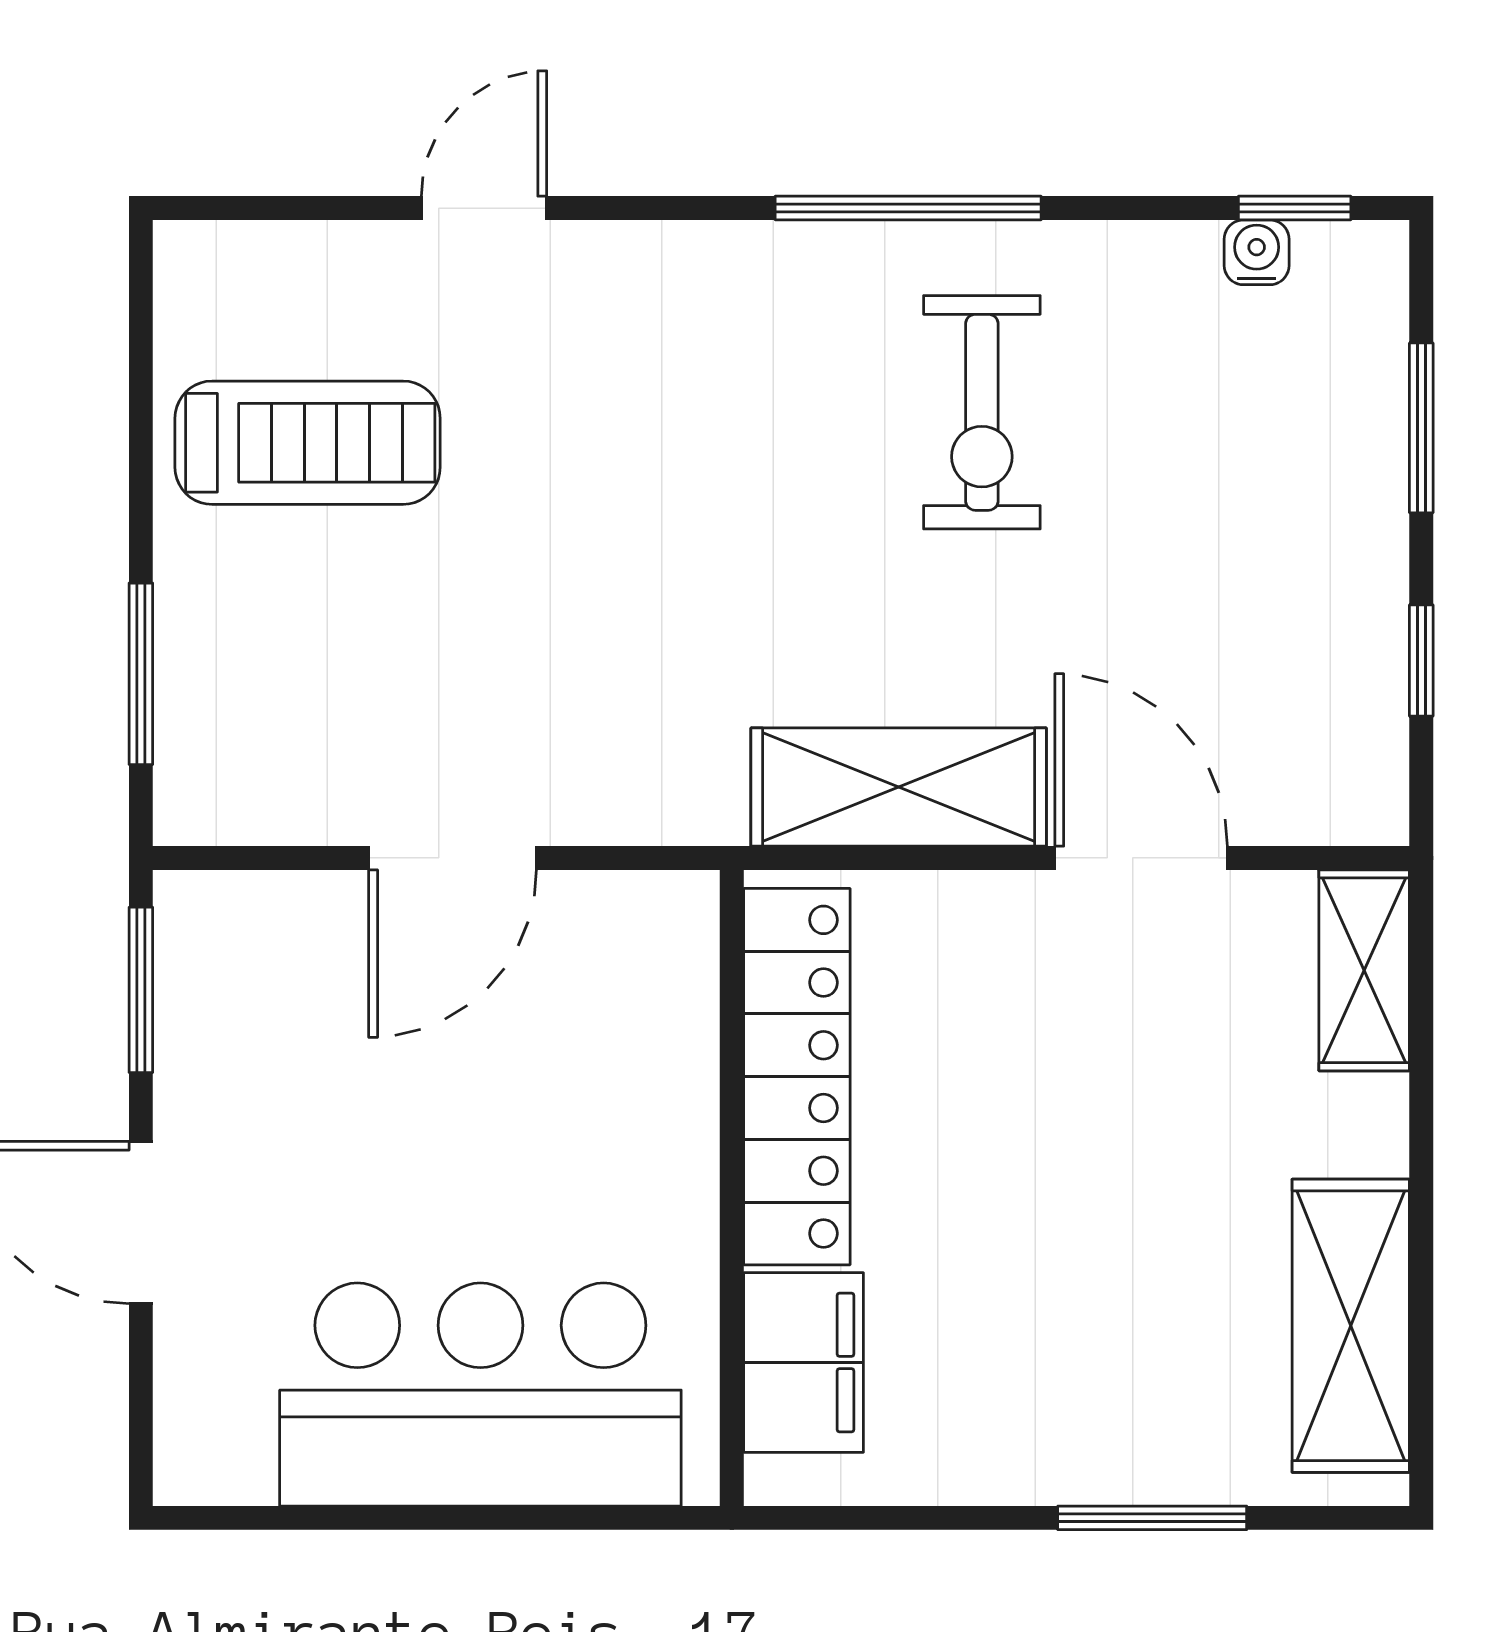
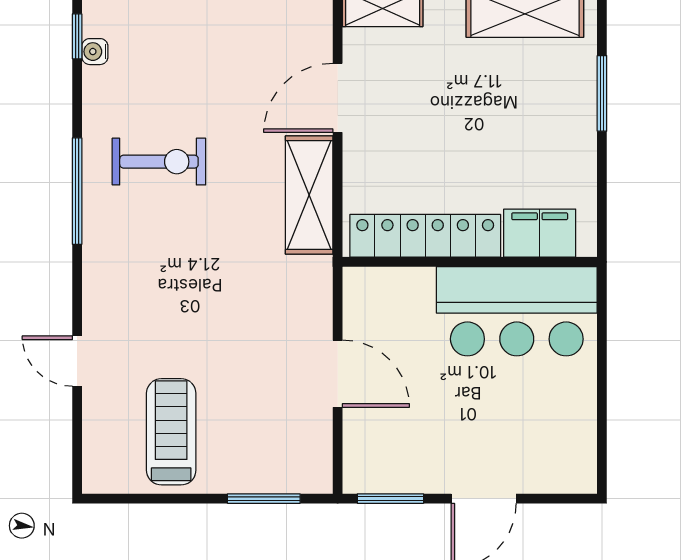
bar counter: (480, 1394) -> (517, 311), moved, turned -90

